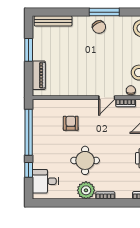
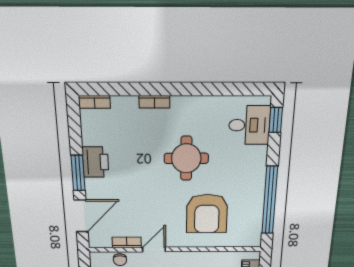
armchair: (71, 123) -> (207, 214), width x1.88, depth x1.88
window: (29, 170) -> (276, 120), moved
plant: (86, 190) -> (185, 110), removed

